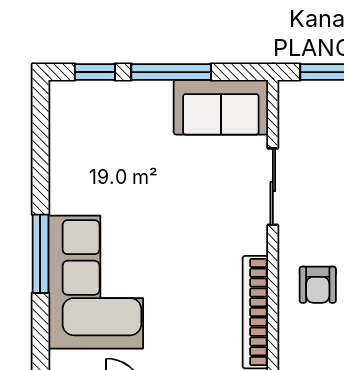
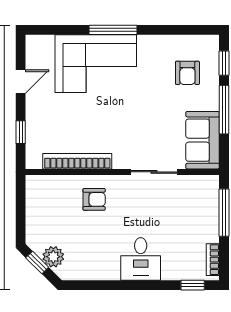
armchair: (111, 132) -> (187, 73), added
armchair: (318, 285) -> (94, 199), turned 180

